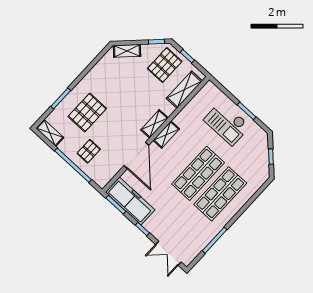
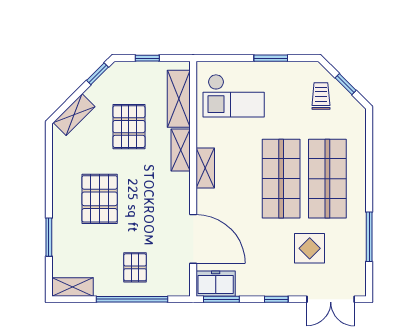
pallet: (165, 65) -> (129, 127), moved
pallet: (87, 112) -> (100, 199), moved
checkout: (227, 123) -> (234, 96), moved
shelving: (154, 124) -> (181, 150), moved
trolley: (254, 151) -> (321, 96), added
door: (136, 155) -> (193, 239), moved
freezer: (130, 201) -> (216, 284), width x0.52, depth x0.79
display table: (181, 219) -> (310, 248), added

